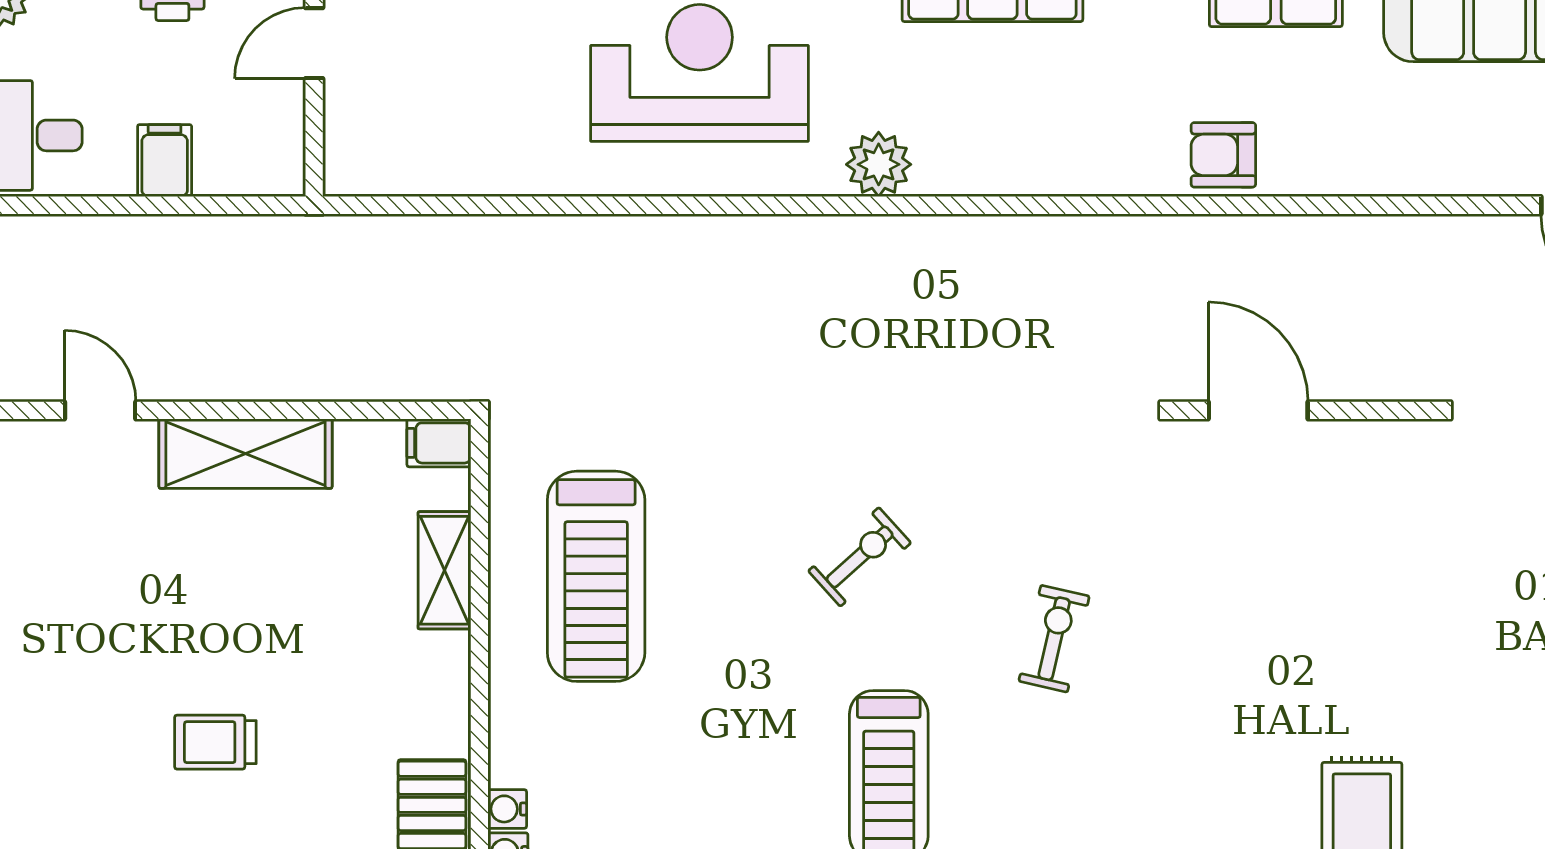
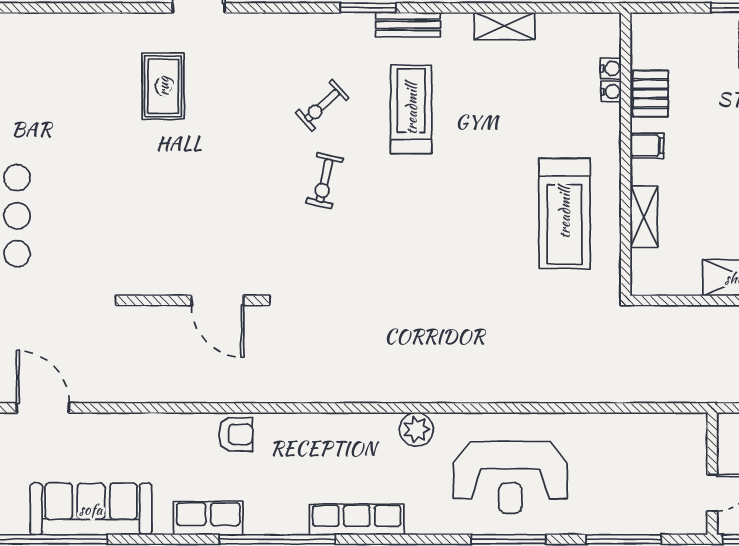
filing cabinet: (439, 443) -> (647, 146), moved
exercise bike: (860, 557) -> (322, 105), moved
treadmill: (596, 576) -> (564, 213), turned 180

